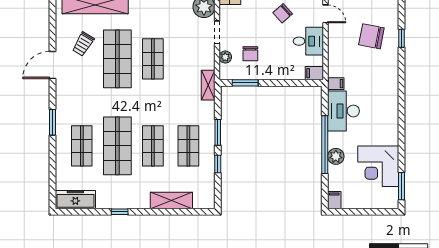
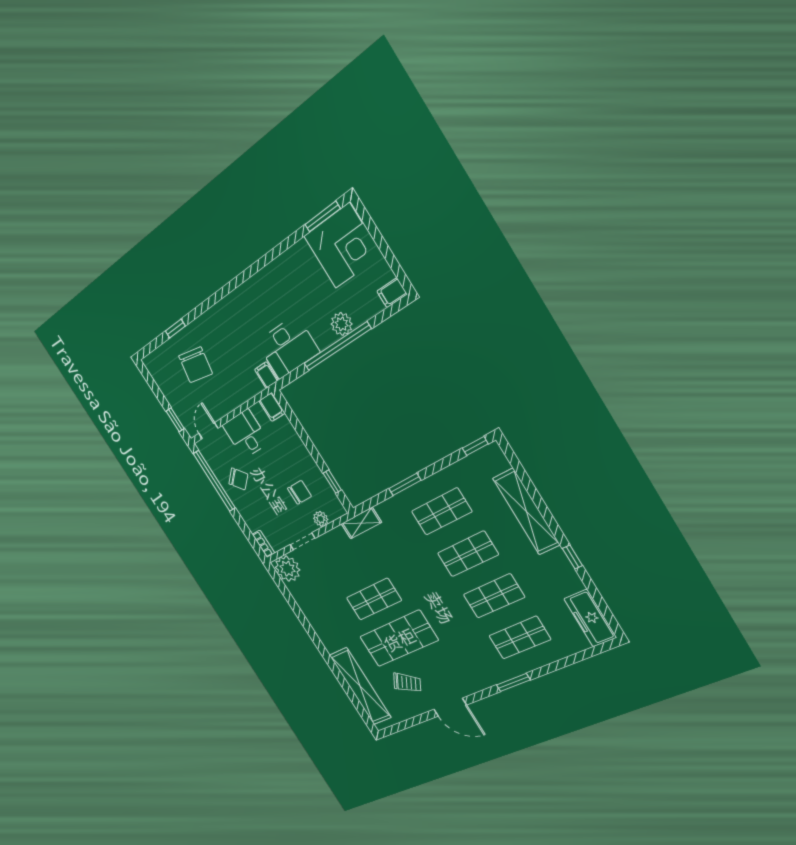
window: (245, 83) -> (332, 482), width x0.67
shop shelf: (117, 146) -> (494, 596), width x0.70, depth x0.74
window: (218, 164) -> (475, 446), moved
corner desk: (378, 166) -> (343, 246), moved
shelving: (171, 200) -> (526, 512), width x1.47

